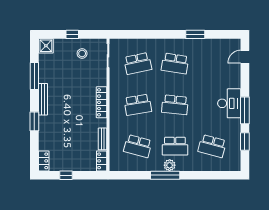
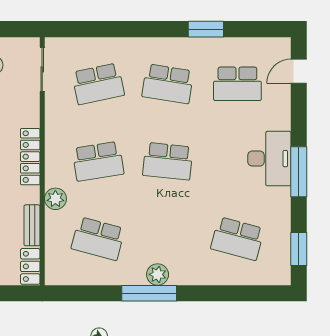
plant: (115, 125) -> (55, 199), added
window: (245, 141) -> (299, 249), moved
school desk: (175, 146) -> (237, 84), moved

